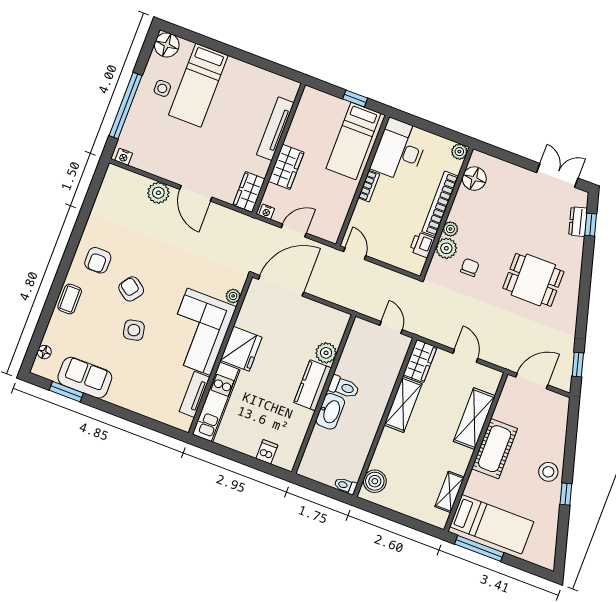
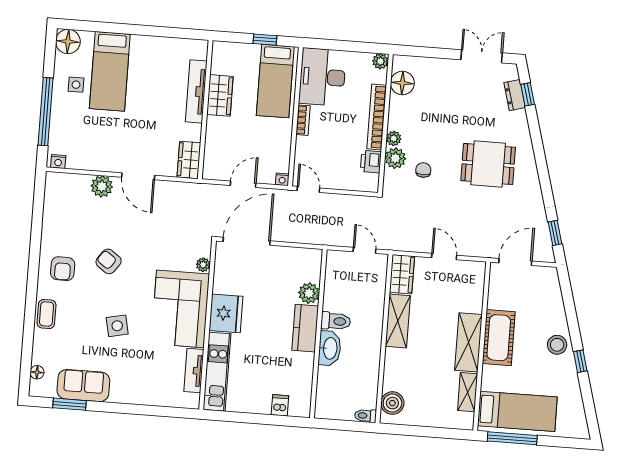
wardrobe: (286, 167) -> (220, 95), moved
nightstand: (267, 212) -> (282, 179), moved
armchair: (131, 289) -> (109, 261), moved
shelving: (474, 419) -> (468, 342), moved

